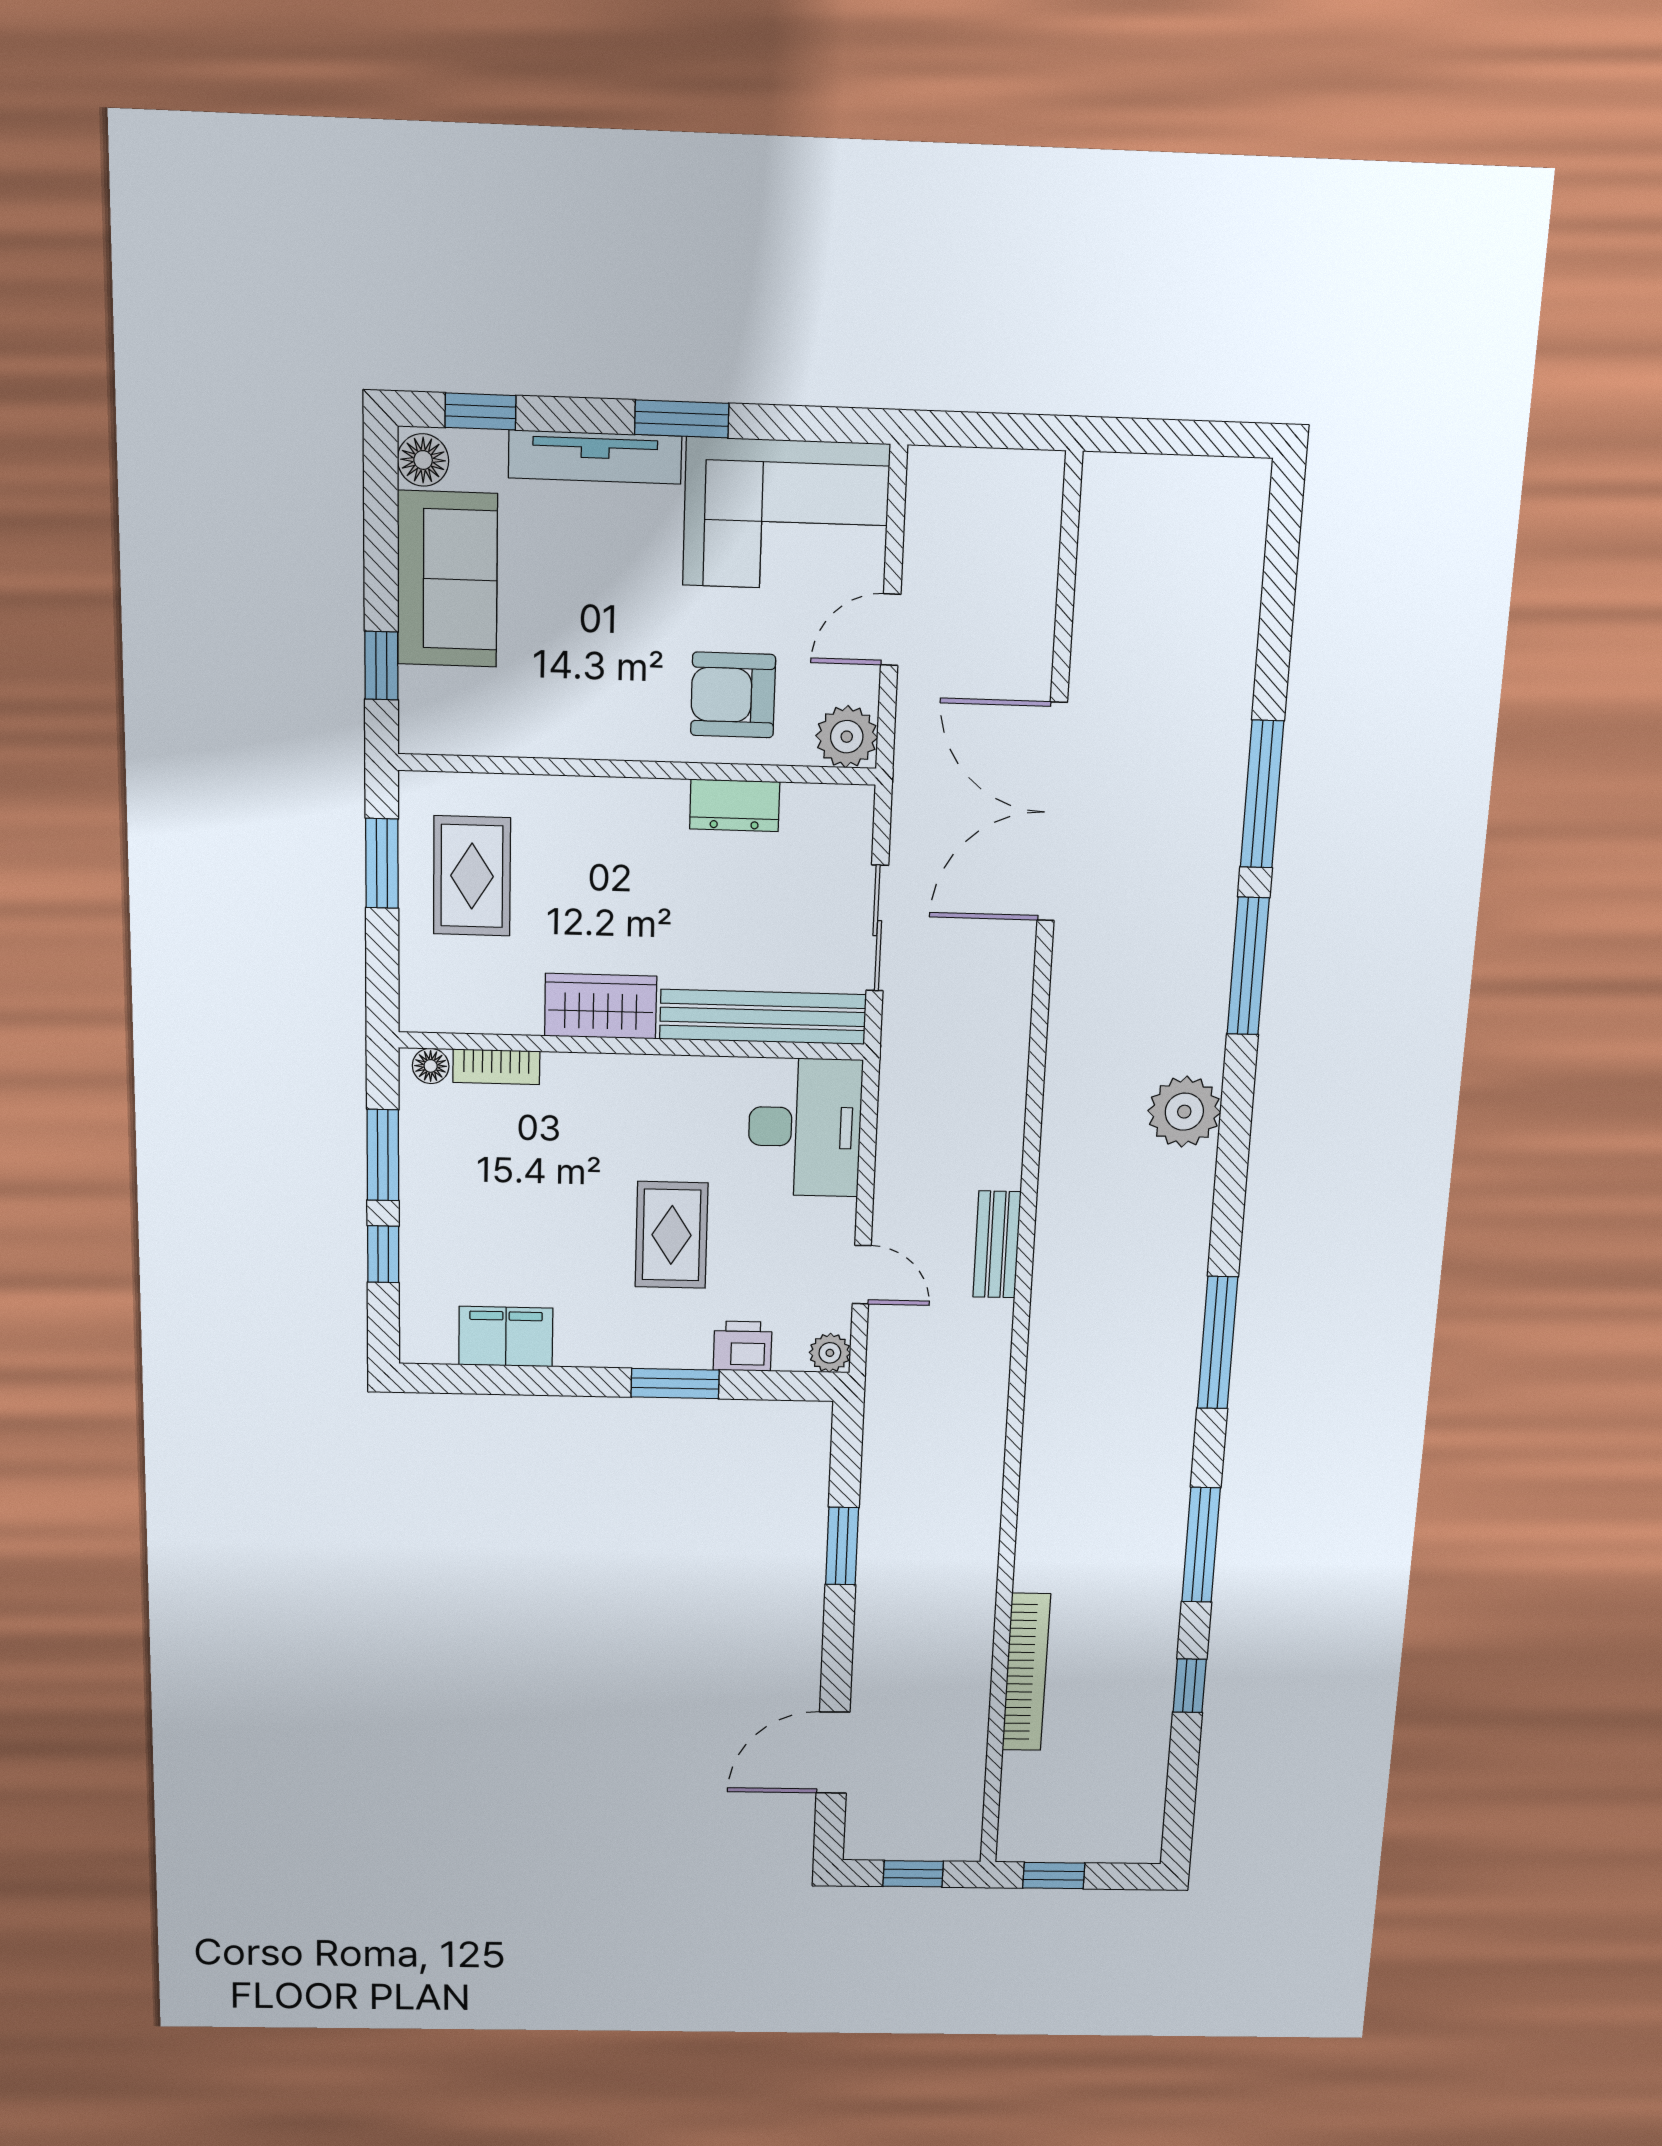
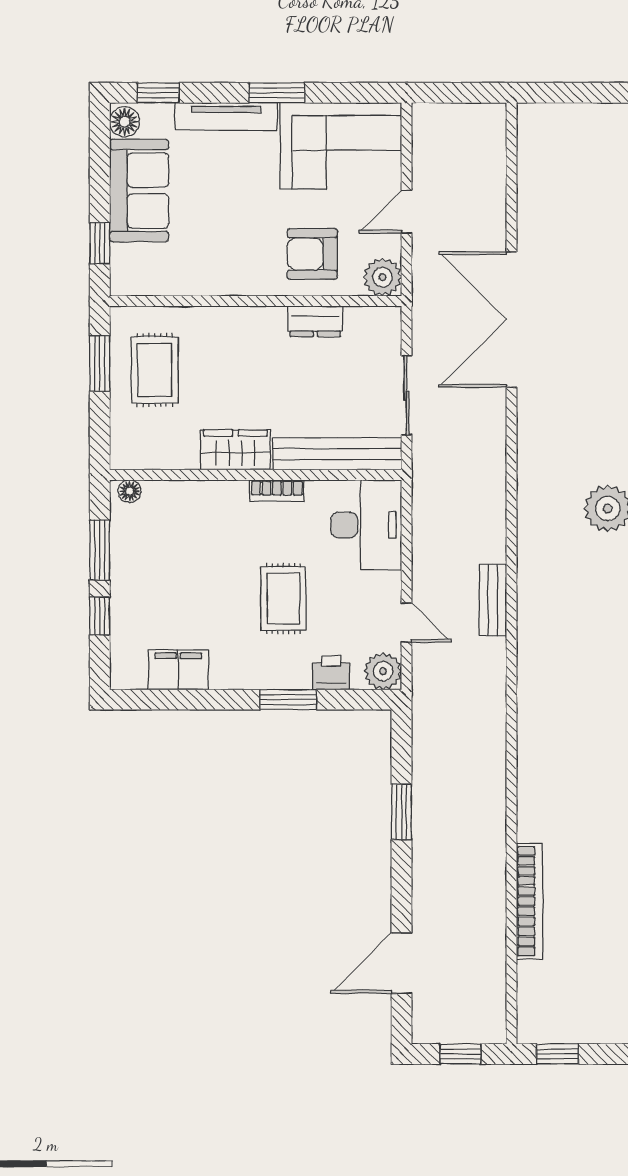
bookcase: (496, 1067) -> (277, 491), moved
plant: (830, 1353) -> (383, 671), width x1.38, depth x1.38

